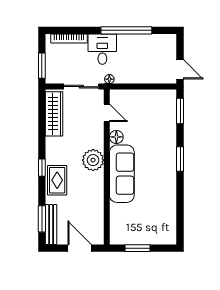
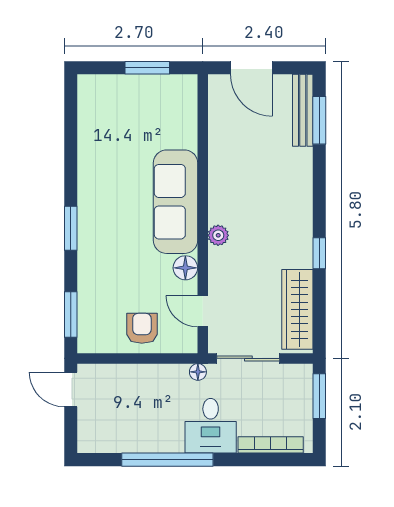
armchair: (140, 103) -> (142, 328), added
plant: (93, 160) -> (218, 235), width x0.53, depth x0.53
window: (42, 168) -> (319, 253), moved
rug: (57, 180) -> (292, 190), removed

